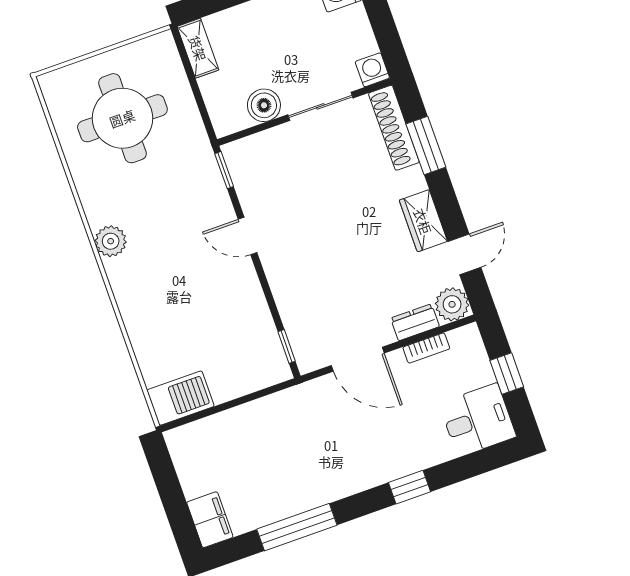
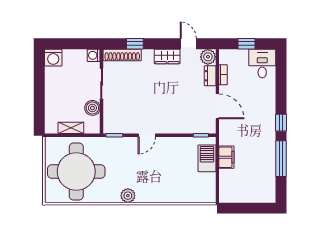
shelving: (198, 48) -> (71, 128), moved
round table: (122, 118) -> (76, 171), width x1.36, depth x1.36
window: (426, 146) -> (135, 44), width x0.67
door: (358, 359) -> (217, 106), hinge flipped
barbecue: (181, 398) -> (207, 158), moved
window: (409, 487) -> (281, 123), moved
filing cabinet: (210, 520) -> (226, 157), moved, turned 90

